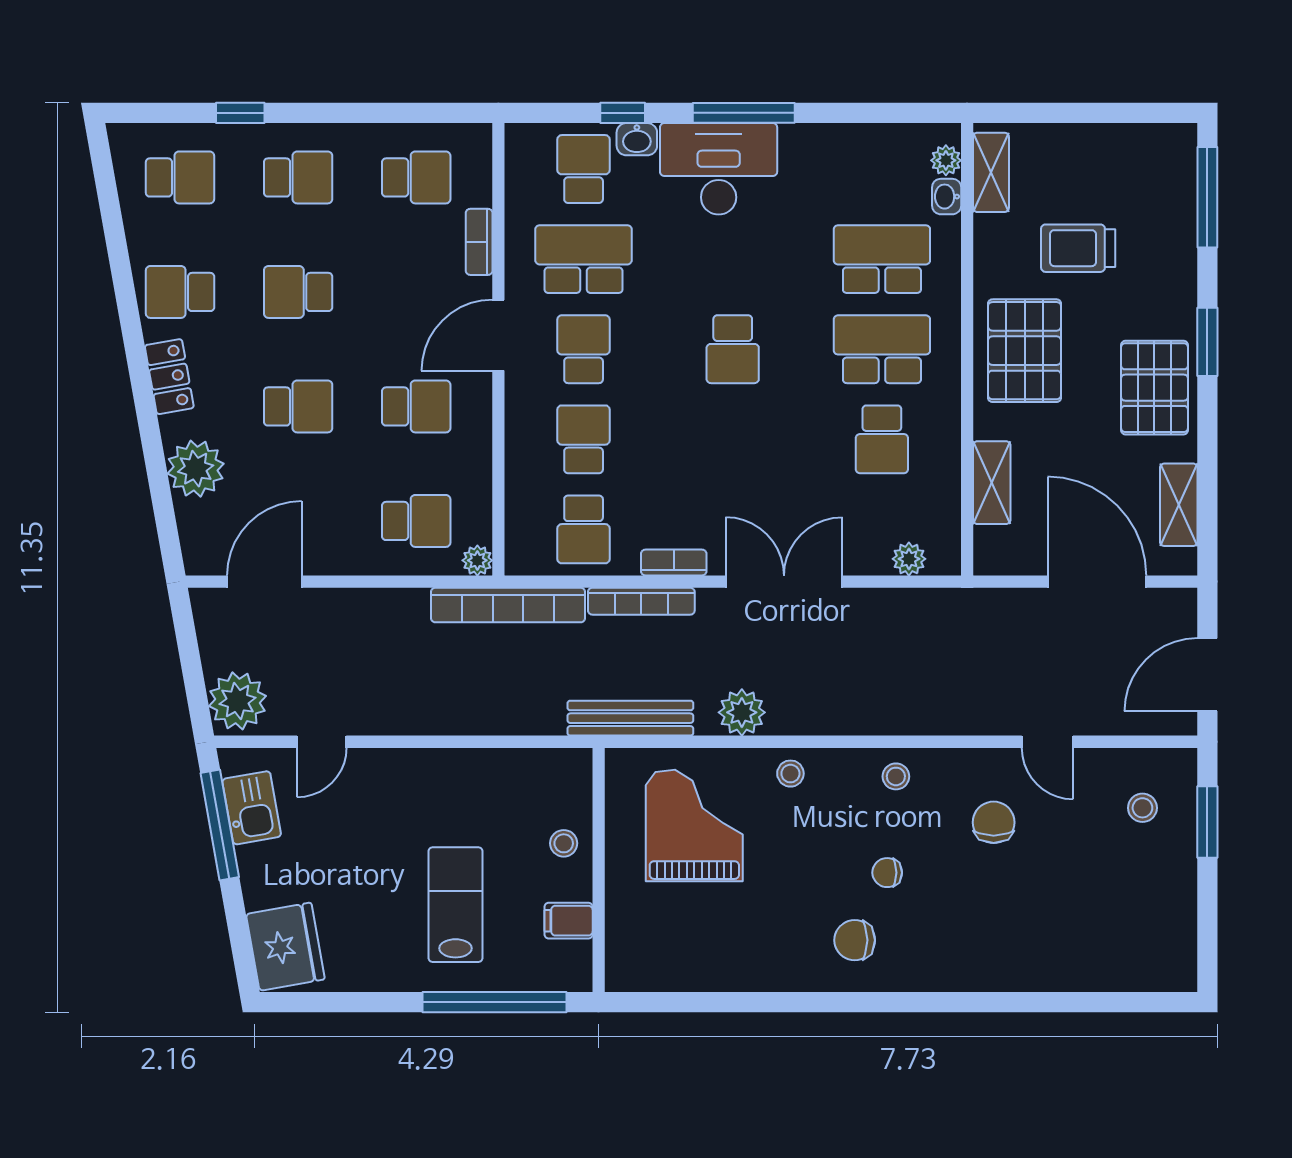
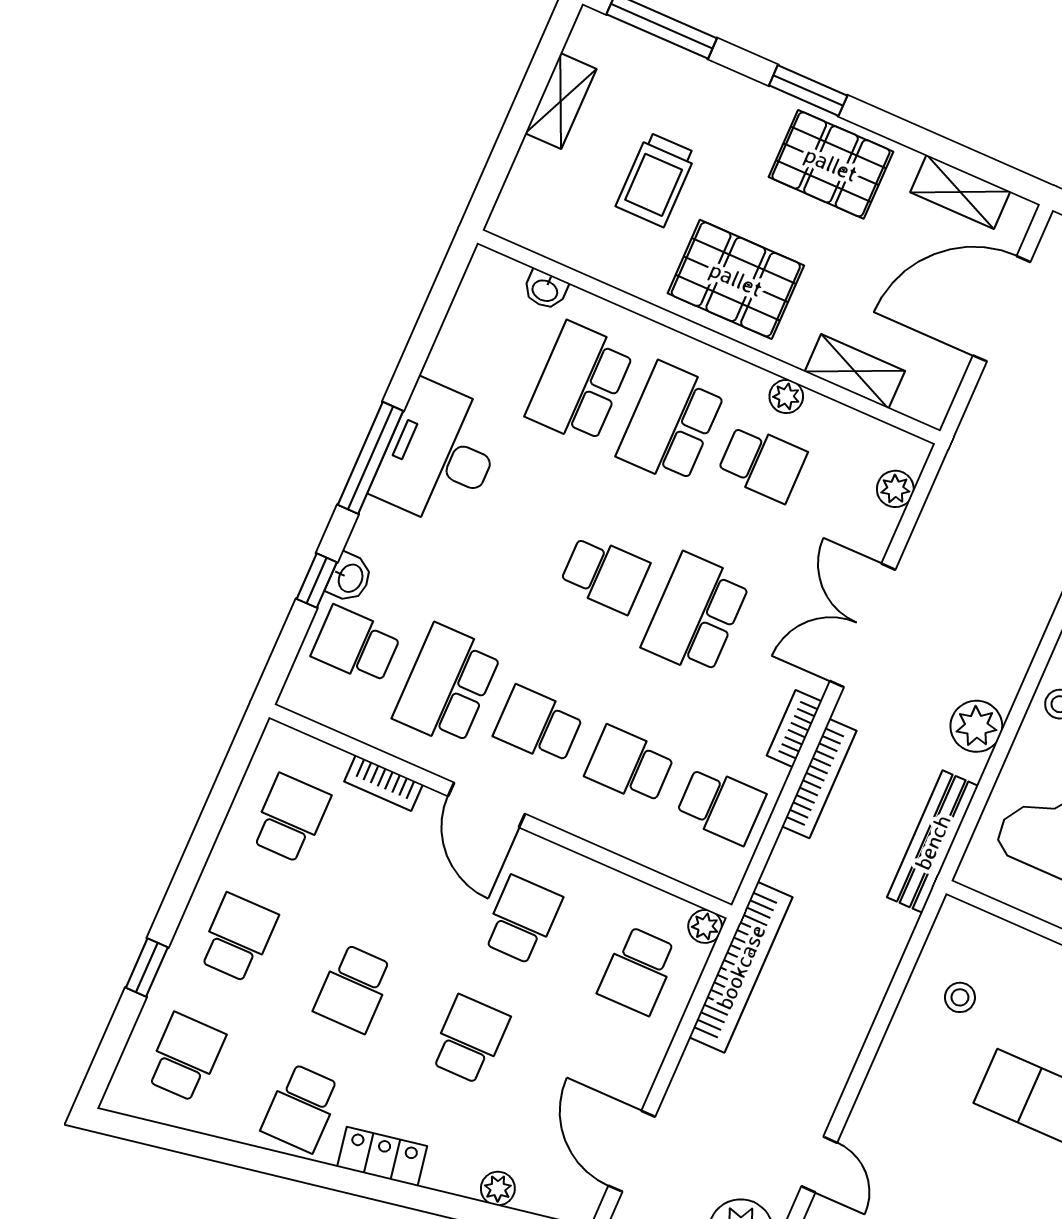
plant: (946, 160) -> (786, 396), moved
desk: (719, 169) -> (439, 455), moved
shelving: (991, 172) -> (561, 101), moved, turned 90
school desk: (733, 439) -> (696, 614), added
plant: (196, 469) -> (498, 1189), width x0.53, depth x0.53
school desk: (416, 521) -> (638, 971), turned 180
bookcase: (508, 605) -> (741, 967), moved
stool: (564, 843) -> (960, 997), moved

